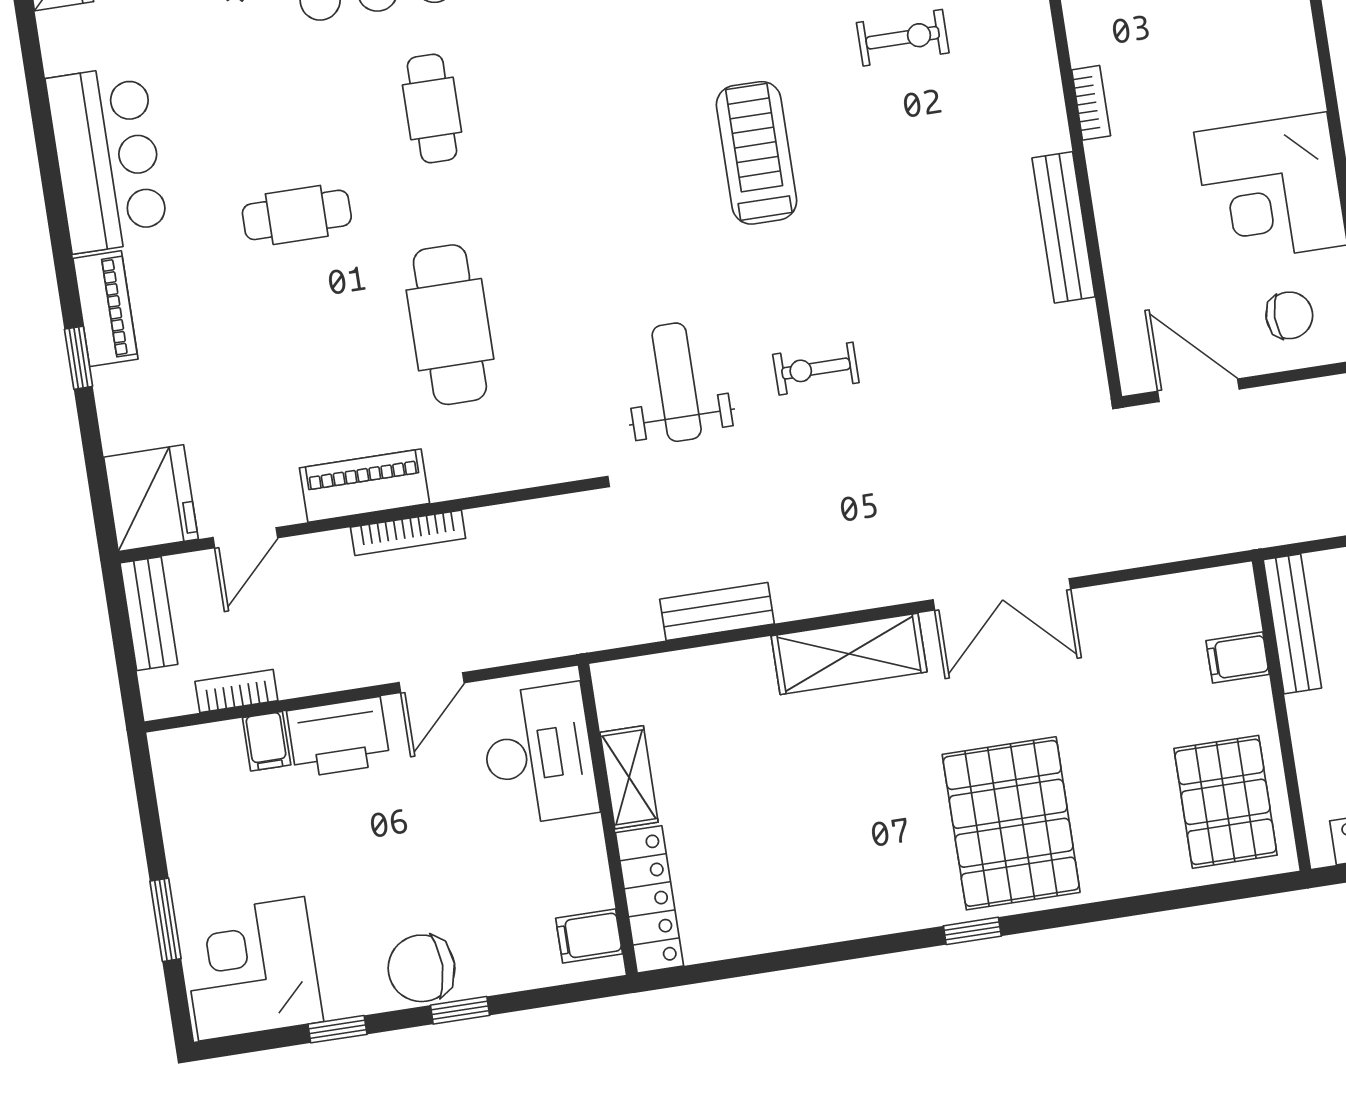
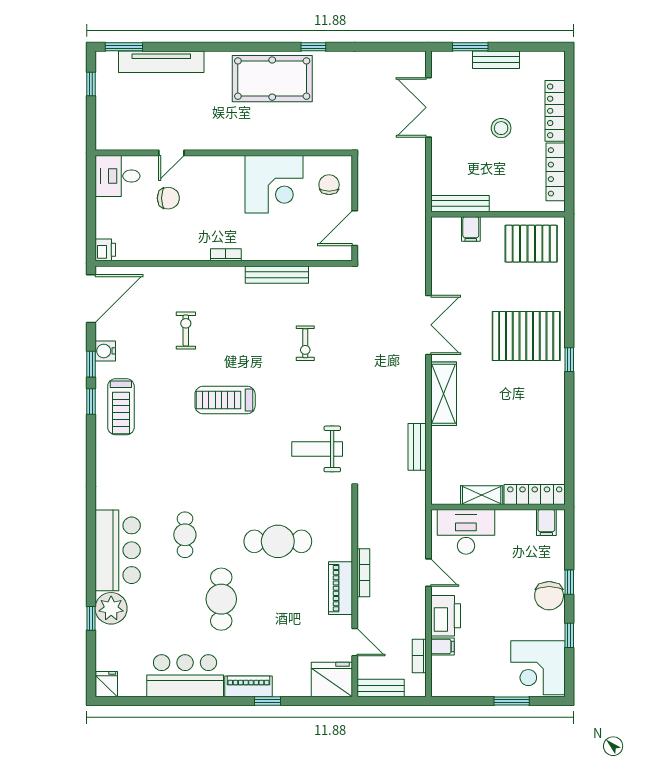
cafe table: (432, 108) -> (185, 535), turned 90
cafe table: (297, 215) -> (221, 599), width x1.37, depth x1.35
exercise bike: (816, 369) -> (305, 343), moved

